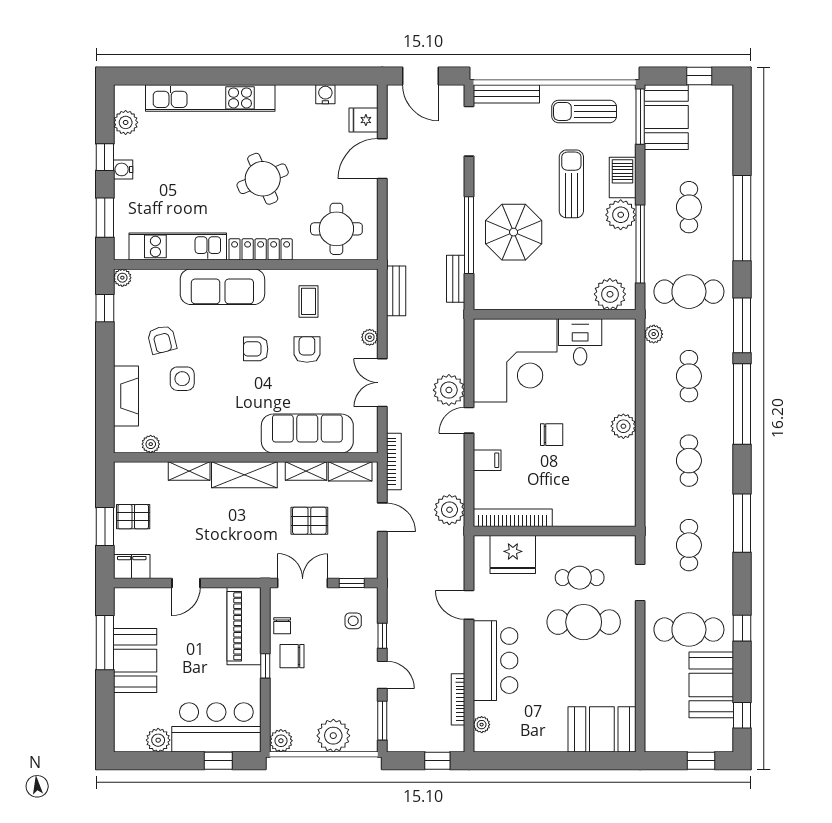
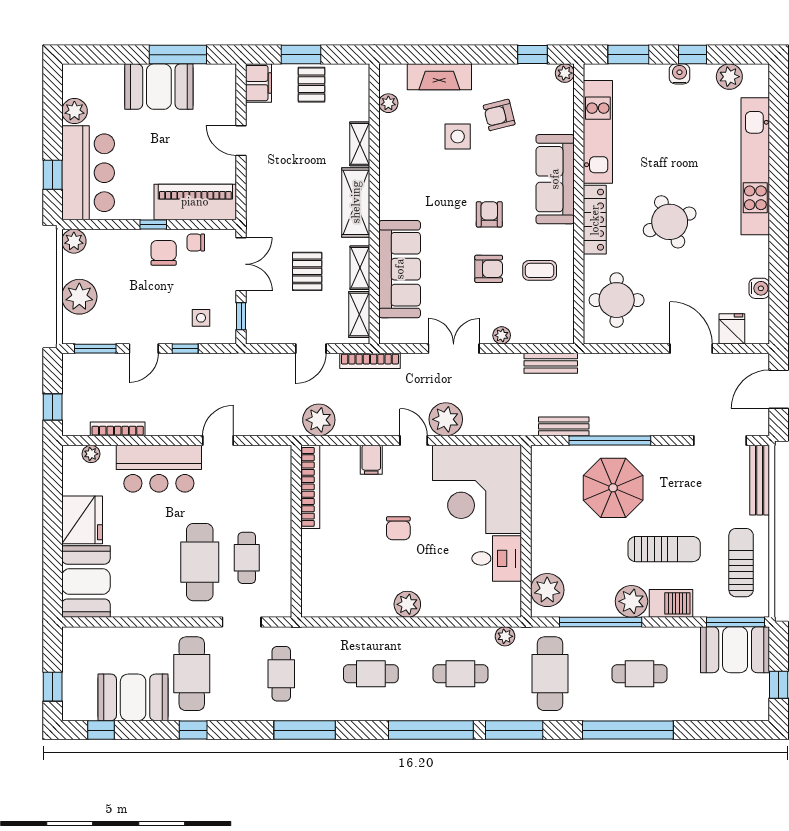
cafe table: (689, 545) -> (281, 674), turned 90
fridge: (513, 555) -> (82, 520), moved, turned 180

